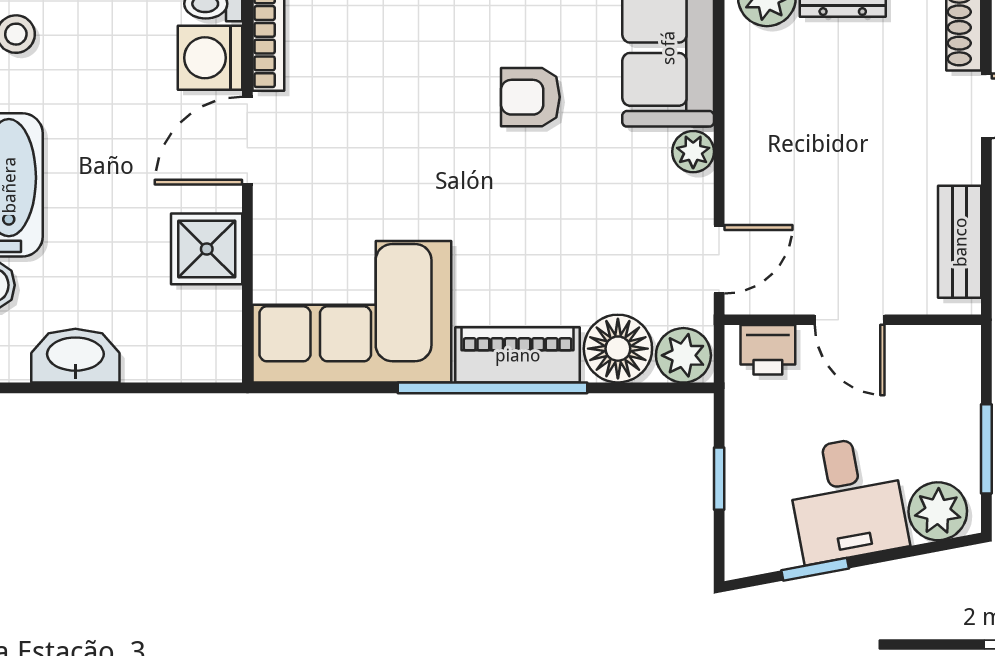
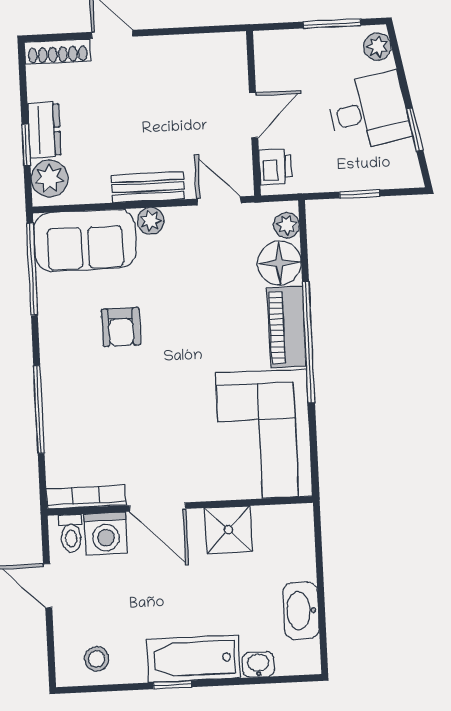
bench: (960, 242) -> (148, 187), moved
plant: (683, 355) -> (287, 225), width x0.73, depth x0.73
plant: (938, 511) -> (377, 47), width x0.73, depth x0.73

